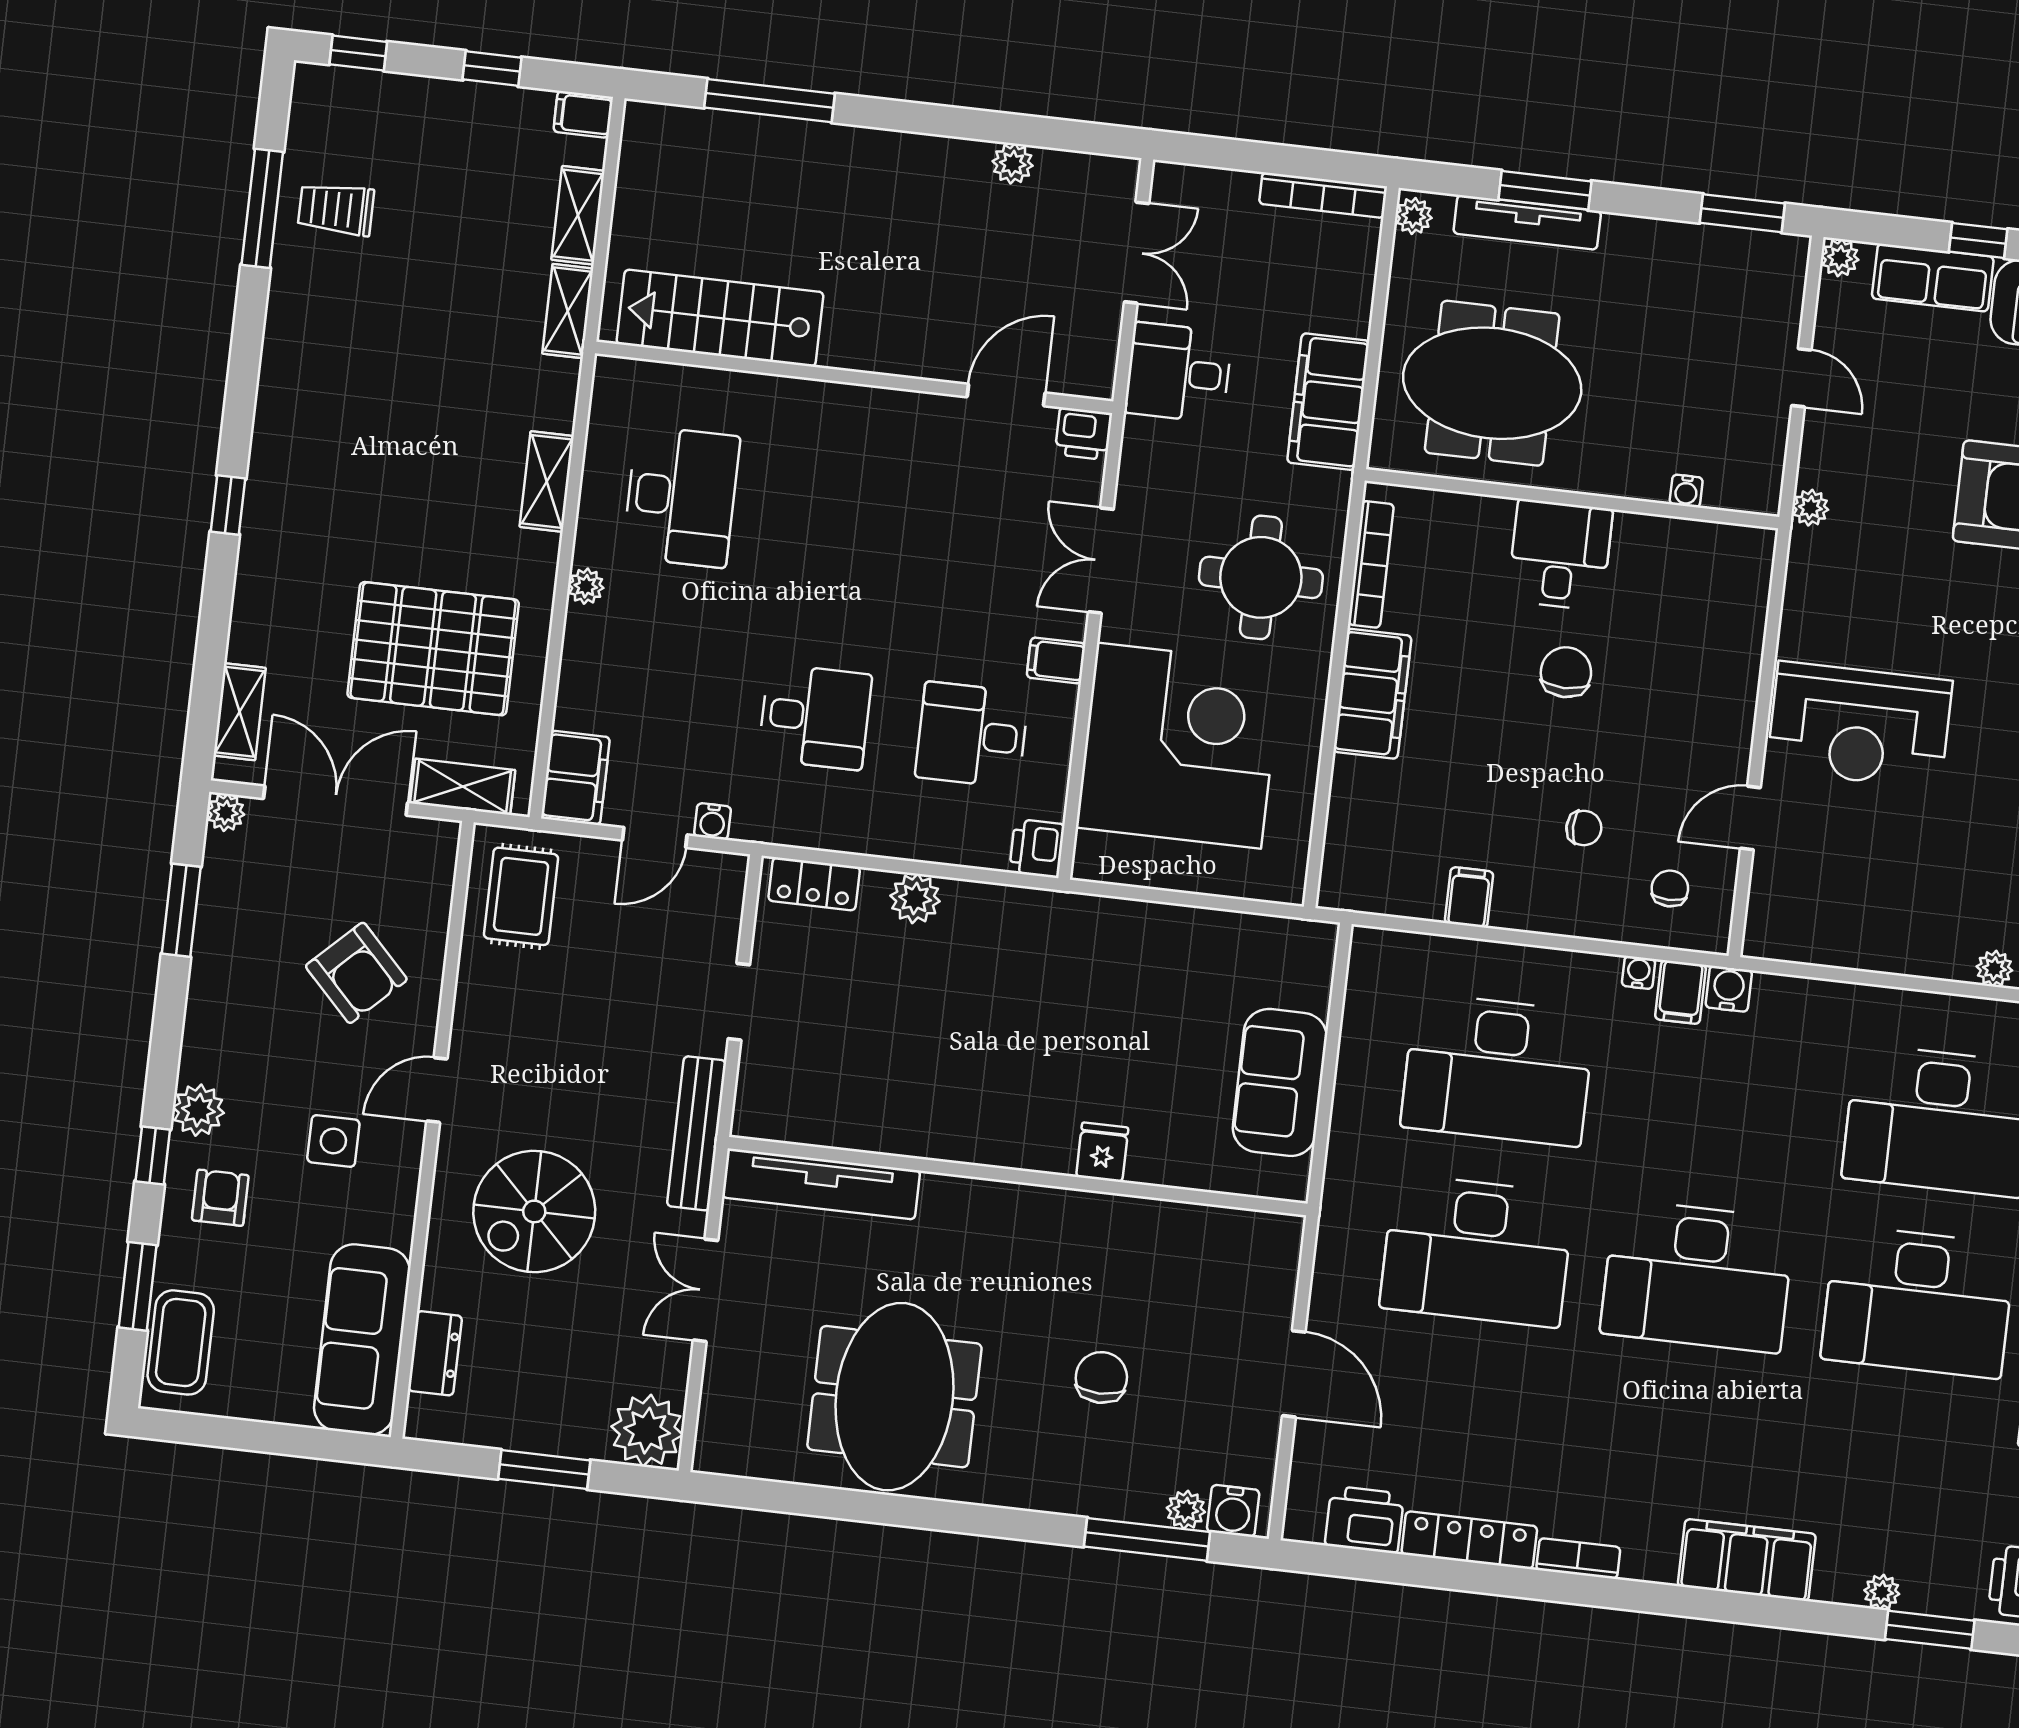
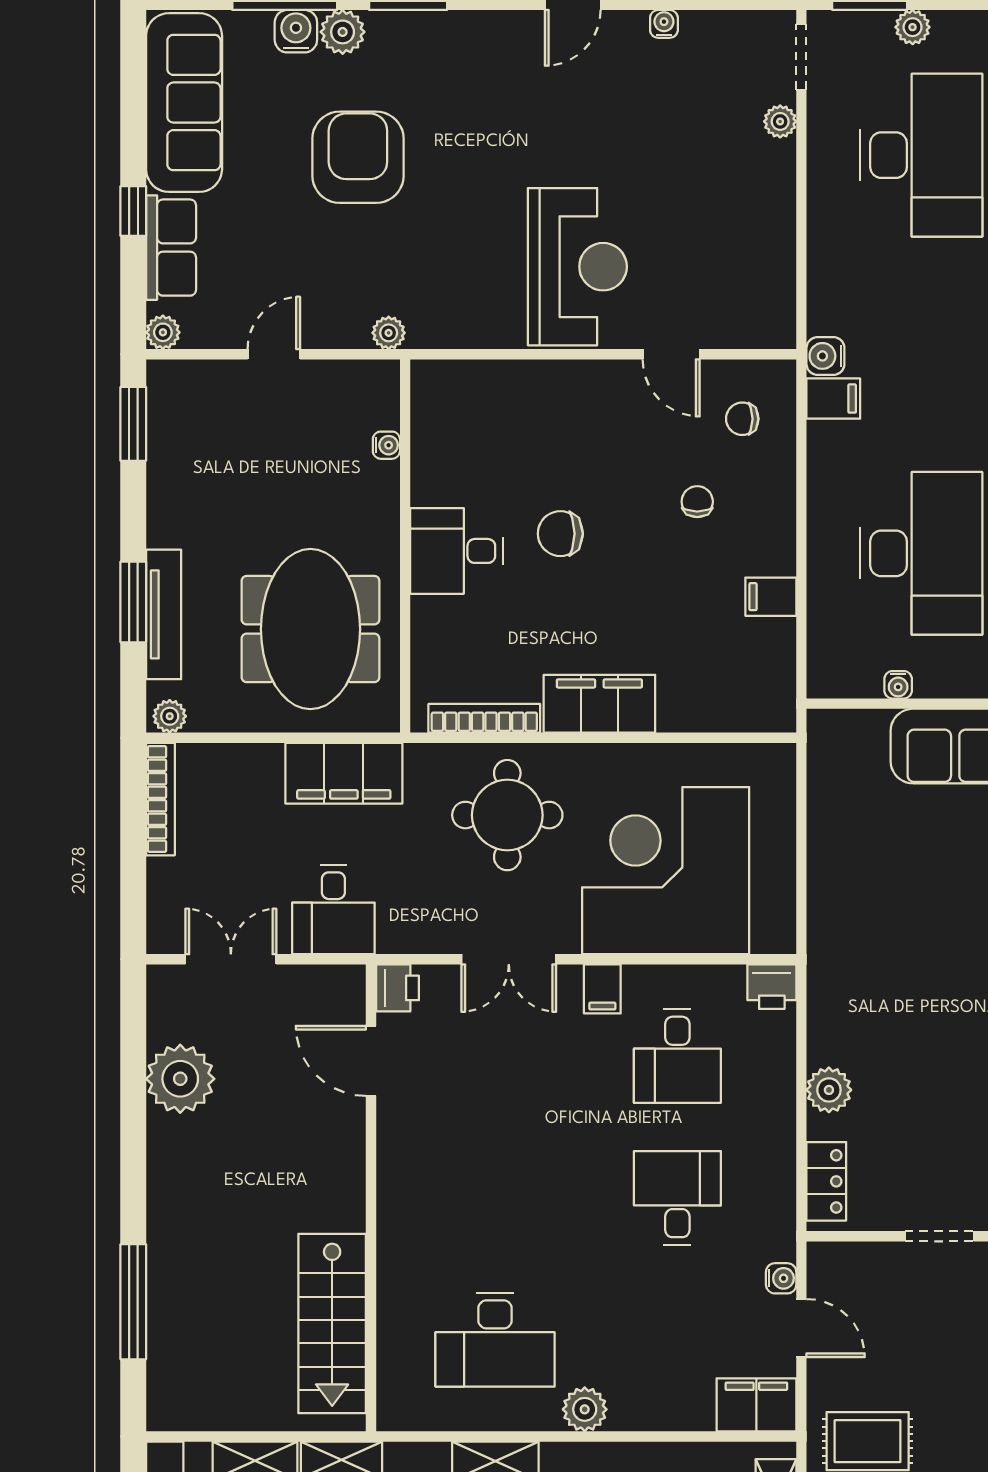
plant: (1013, 164) -> (180, 1079), width x1.88, depth x1.88
desk: (681, 497) -> (495, 1340), turned 180
plant: (586, 586) -> (585, 1409), width x1.38, depth x1.38
water cooler: (1639, 972) -> (898, 685), moved, turned -90

